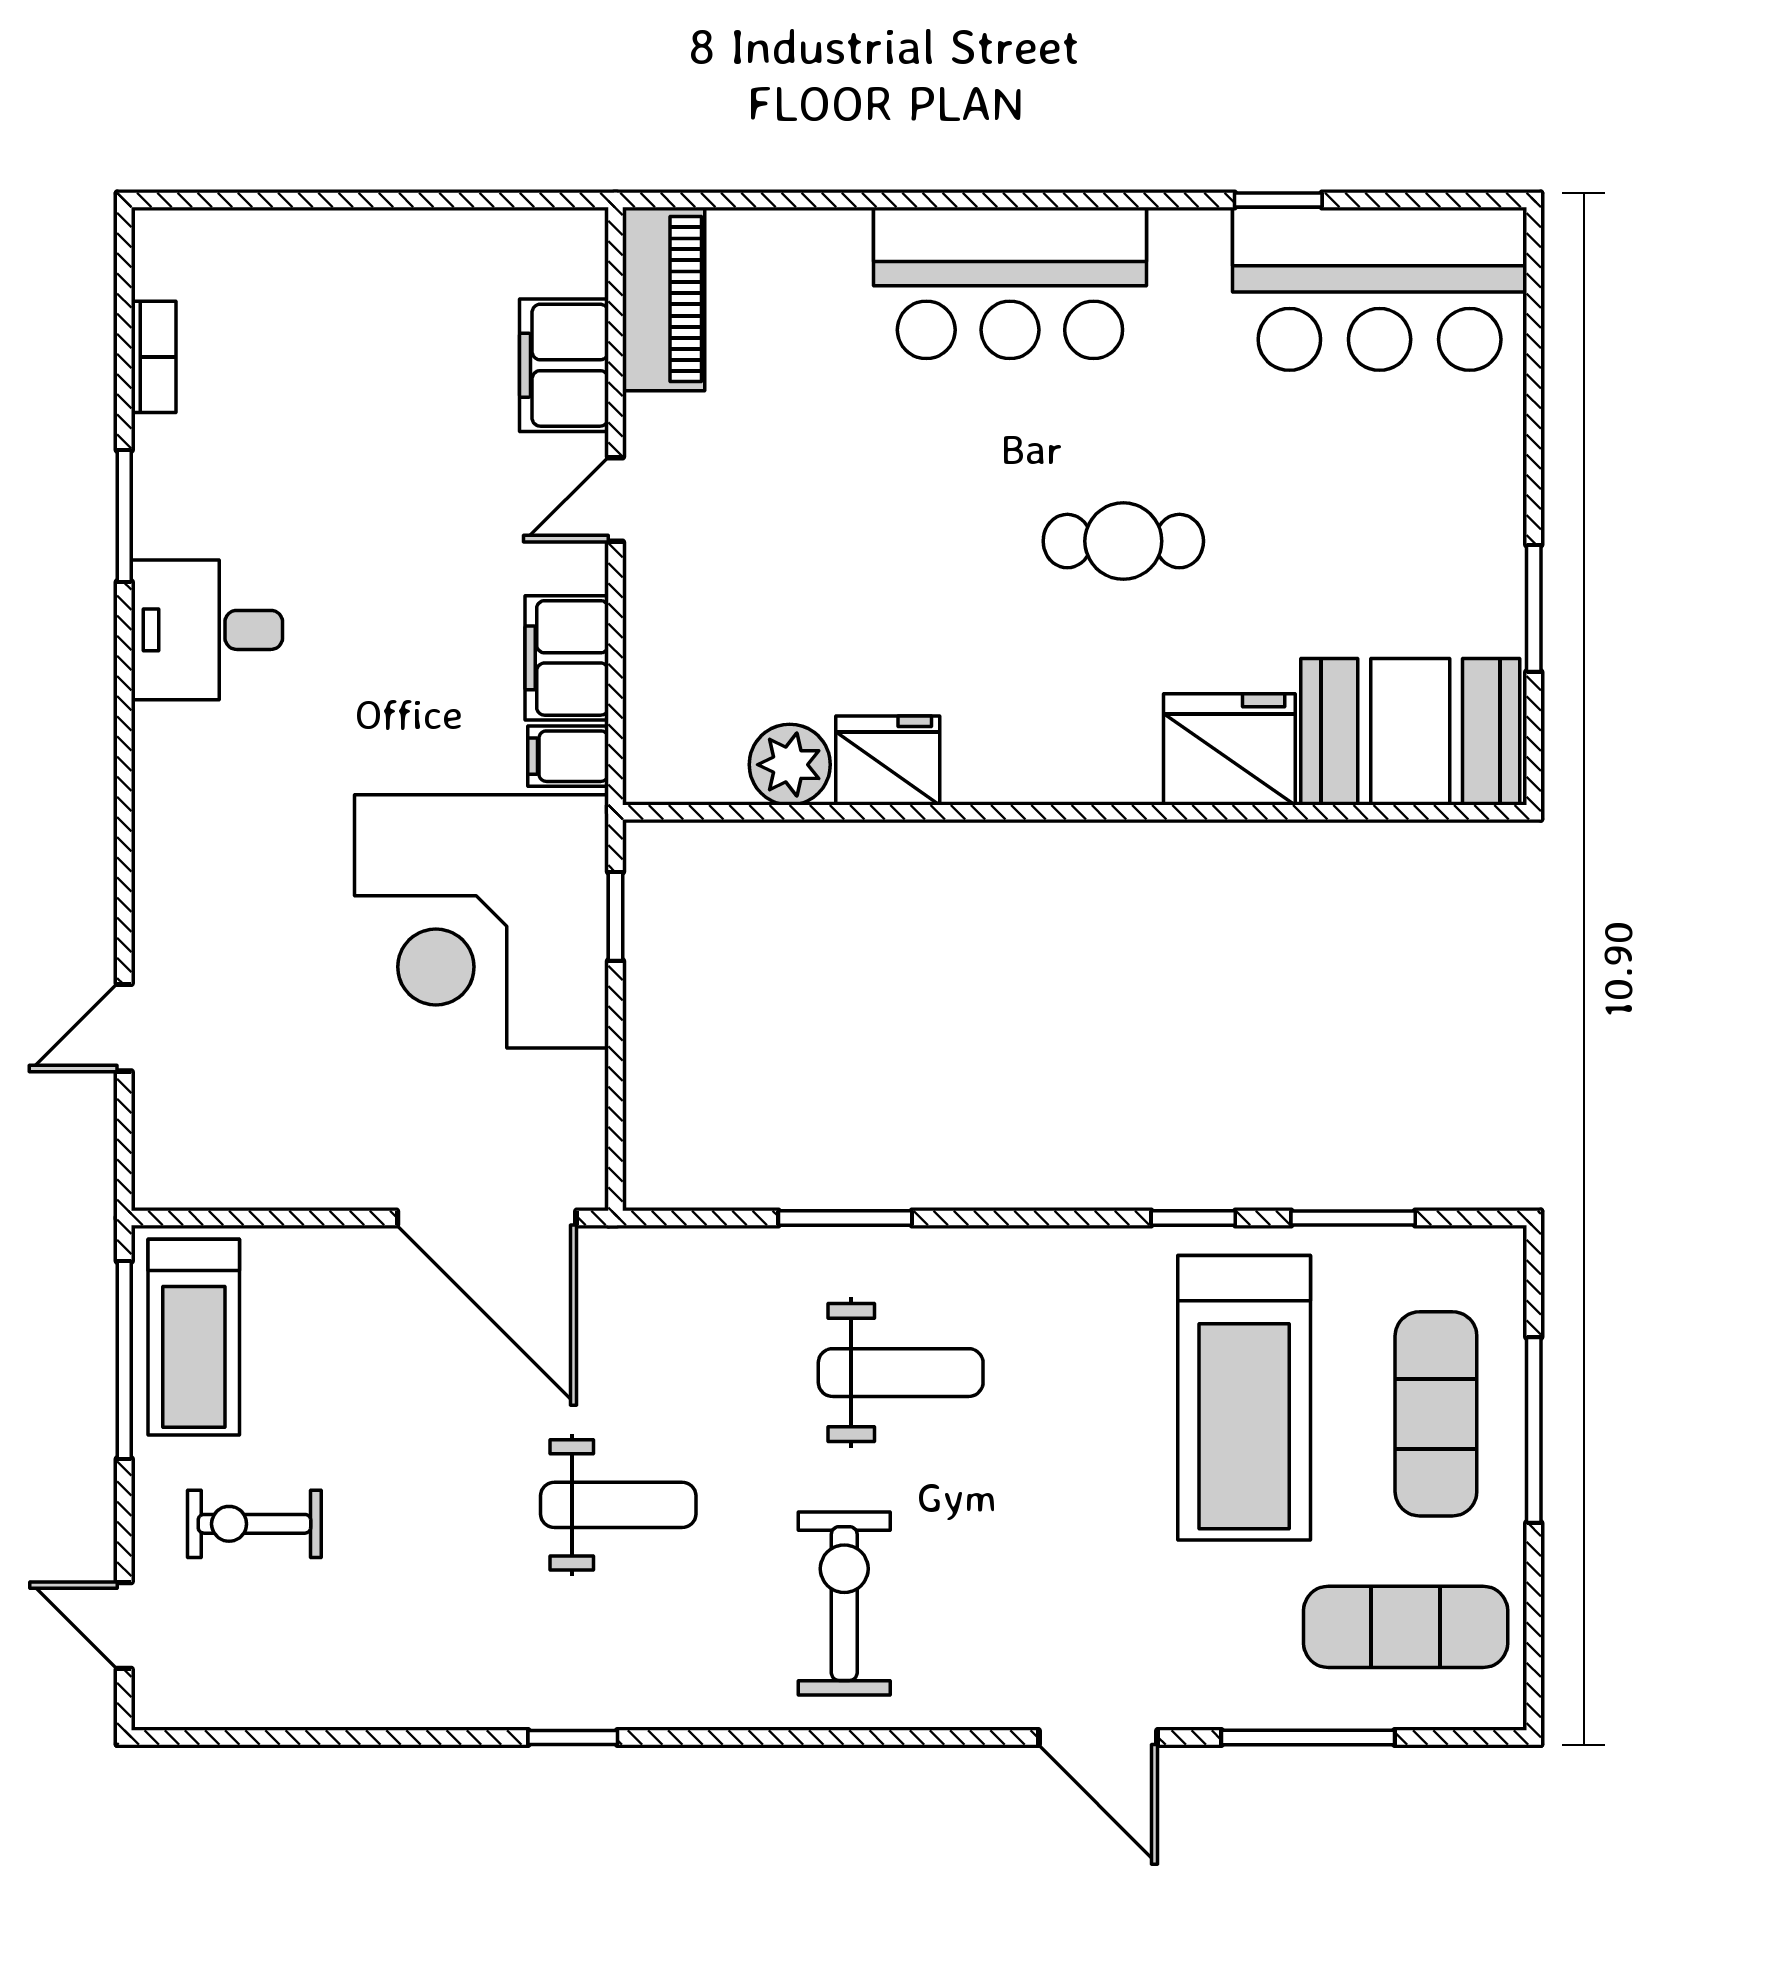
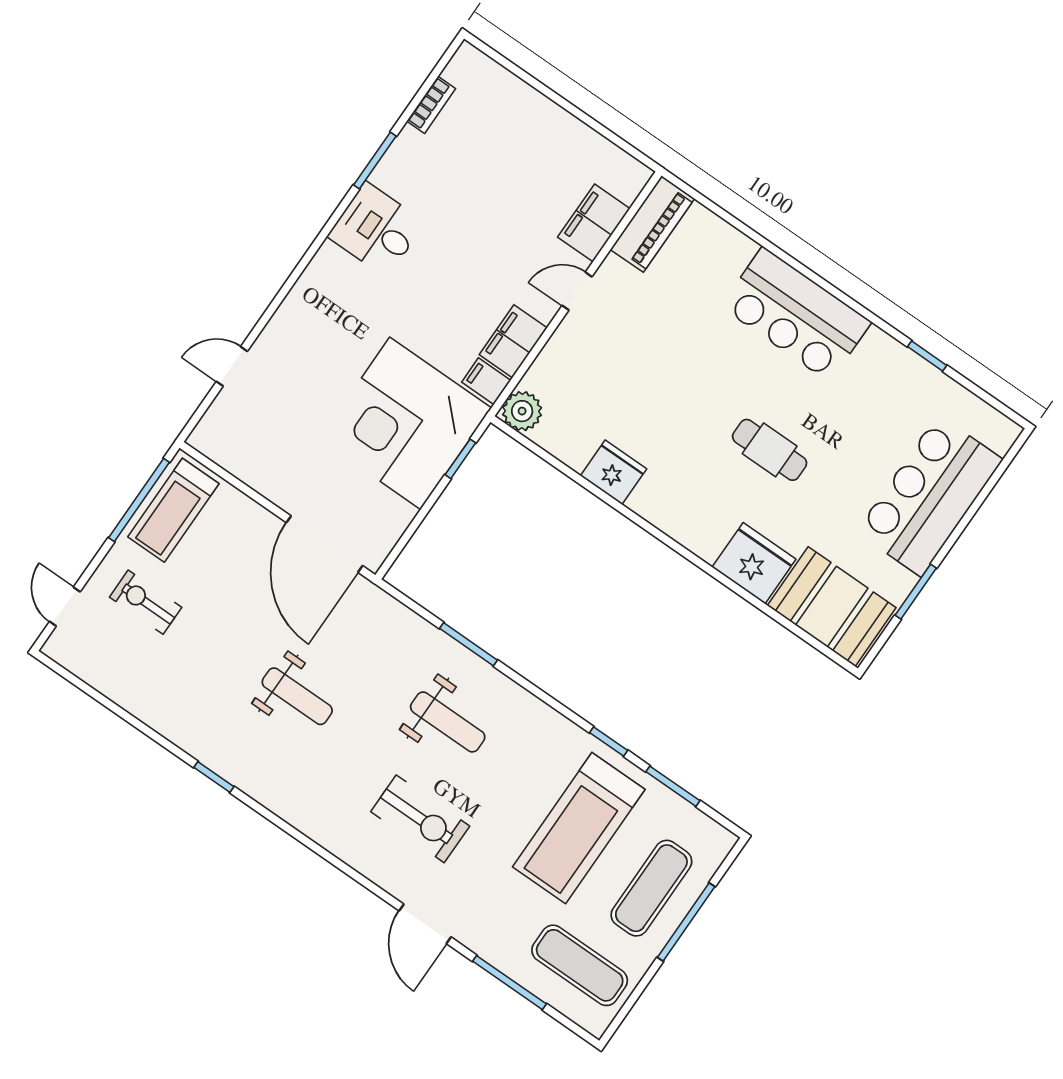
bar counter: (1380, 289) -> (929, 496), moved, turned 90
plant: (790, 765) -> (522, 411), moved
exercise bike: (844, 1604) -> (420, 819), moved, turned 90

